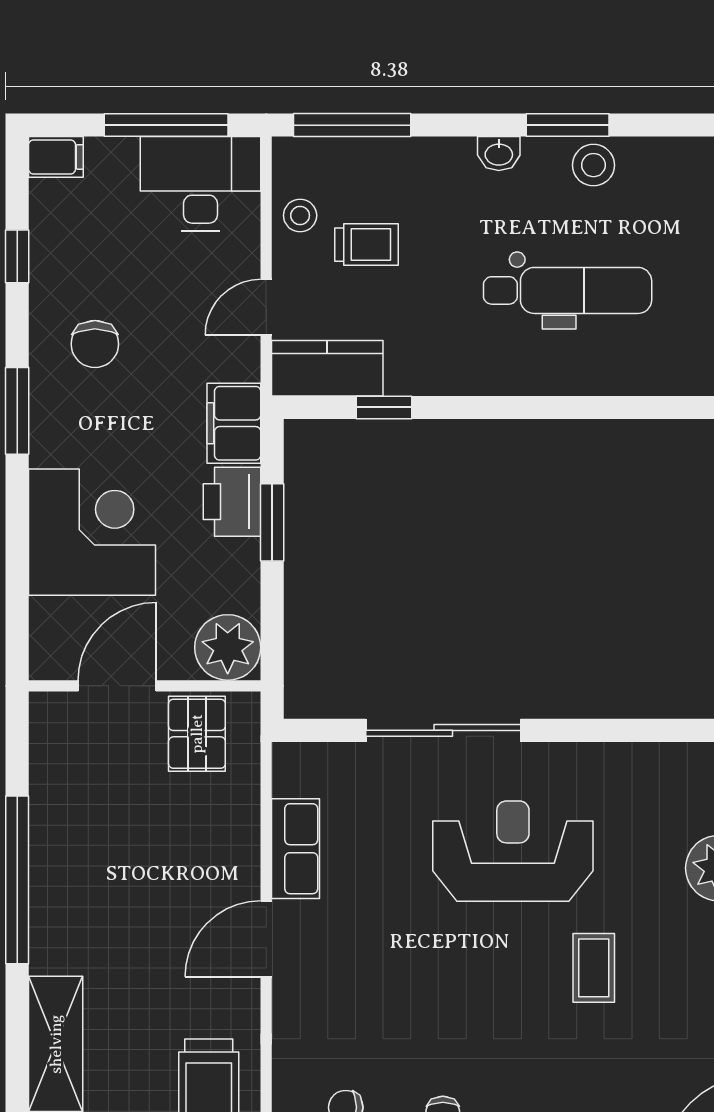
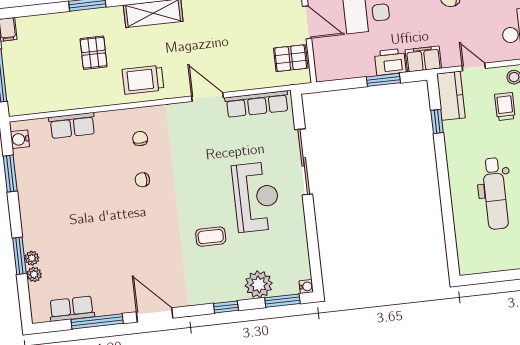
trolley: (366, 245) -> (505, 106), turned 180
plant: (228, 647) -> (328, 67), removed
row of seats: (296, 849) -> (257, 104), width x1.48

